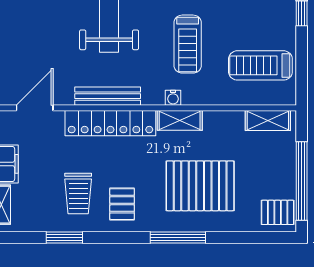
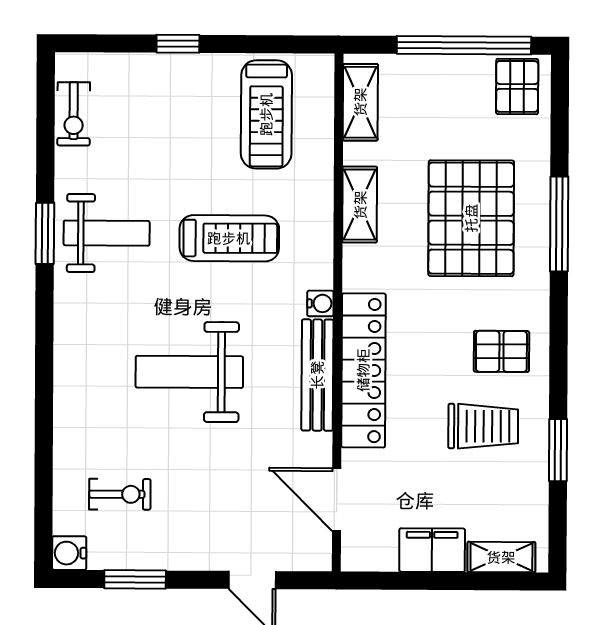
water cooler: (173, 98) -> (320, 303), moved
shelving: (180, 120) -> (360, 205), moved
window: (178, 237) -> (559, 224), moved

